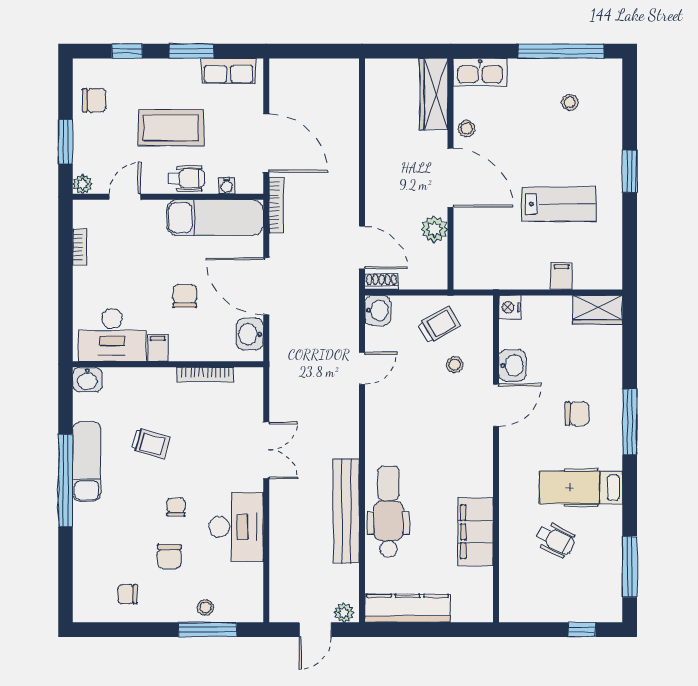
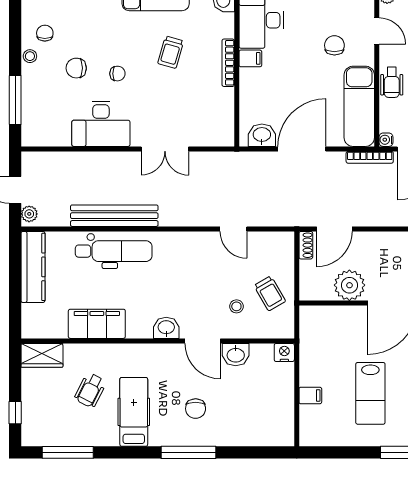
water cooler: (227, 186) -> (386, 140), moved
plant: (434, 229) -> (349, 285), width x1.36, depth x1.36
chair: (185, 296) -> (334, 45), moved, turned -90
washbasin: (378, 310) -> (166, 328), moved, turned 180
wardrobe: (598, 310) -> (42, 355), moved, turned -90
bookcase: (205, 375) -> (228, 63), moved
stool: (205, 607) -> (30, 56), moved

